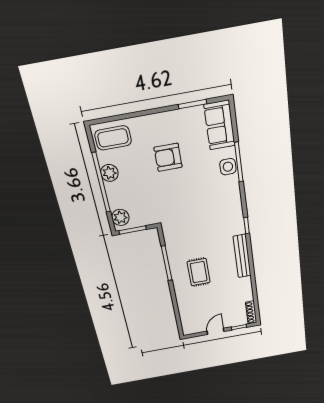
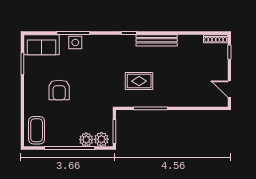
plant: (109, 173) -> (86, 140), moved
rug: (199, 272) -> (139, 81), moved
door: (216, 331) -> (229, 89), moved

